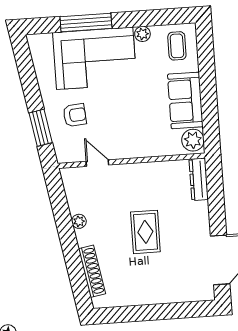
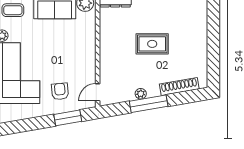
door: (97, 163) -> (98, 92), moved
window: (67, 233) -> (149, 104), added

